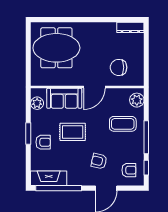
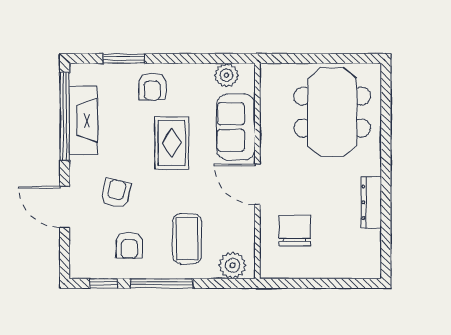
dresser: (130, 27) -> (371, 202), moved
window: (28, 134) -> (124, 59), moved
armchair: (129, 170) -> (129, 245), moved
fireplace: (49, 178) -> (83, 120), moved

